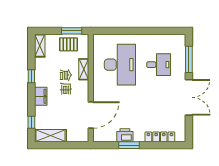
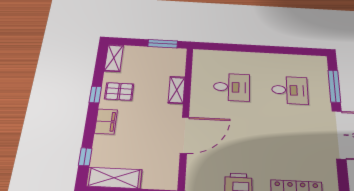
pallet: (69, 44) -> (119, 91), moved
desk: (120, 65) -> (232, 87), width x0.53, depth x0.77
door: (91, 115) -> (184, 135), moved

